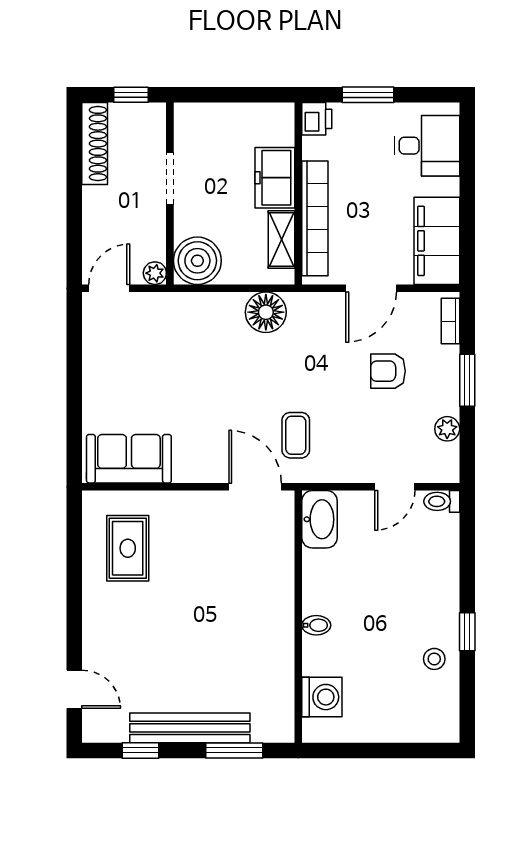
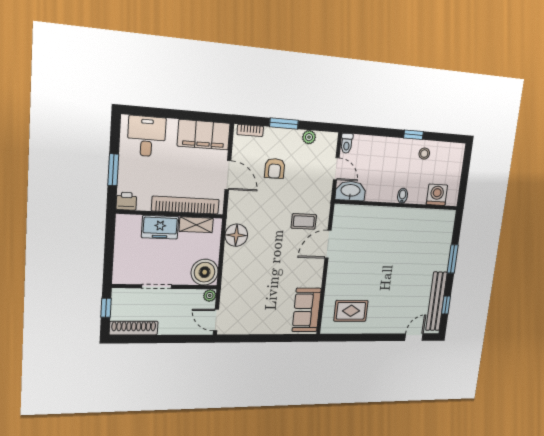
washbasin: (320, 519) -> (350, 191), moved
wall: (298, 617) -> (397, 205), moved
bidet: (316, 625) -> (403, 196), moved
washing machine: (322, 697) -> (437, 195), moved
bench: (190, 728) -> (436, 301), moved

